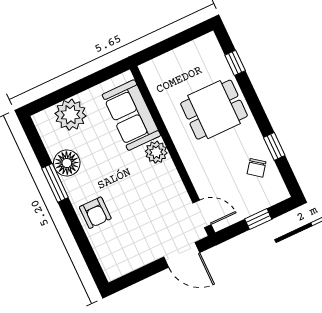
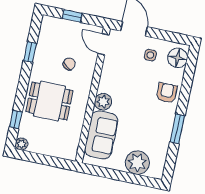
plant: (209, 41) -> (21, 144), added
floor lamp: (67, 163) -> (178, 58), moved
chair: (257, 168) -> (69, 64), moved
side table: (143, 240) -> (150, 55), added

